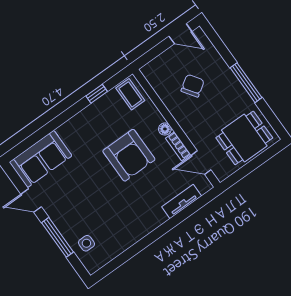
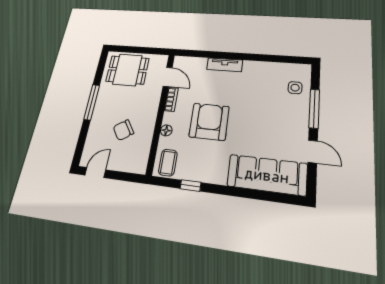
door: (180, 34) -> (95, 172), hinge flipped
floor lamp: (165, 129) -> (166, 130), moved
sofa: (41, 159) -> (267, 175), width x1.36
tv unit: (182, 201) -> (225, 65), moved

